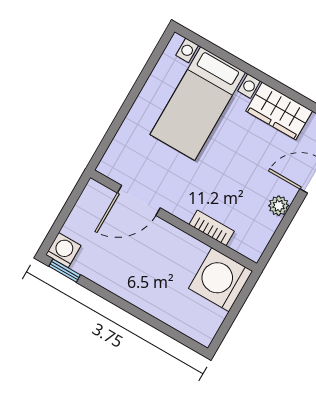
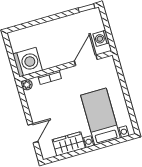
plant: (279, 206) -> (27, 85), moved
washing machine: (63, 250) -> (101, 38), moved, turned 90

